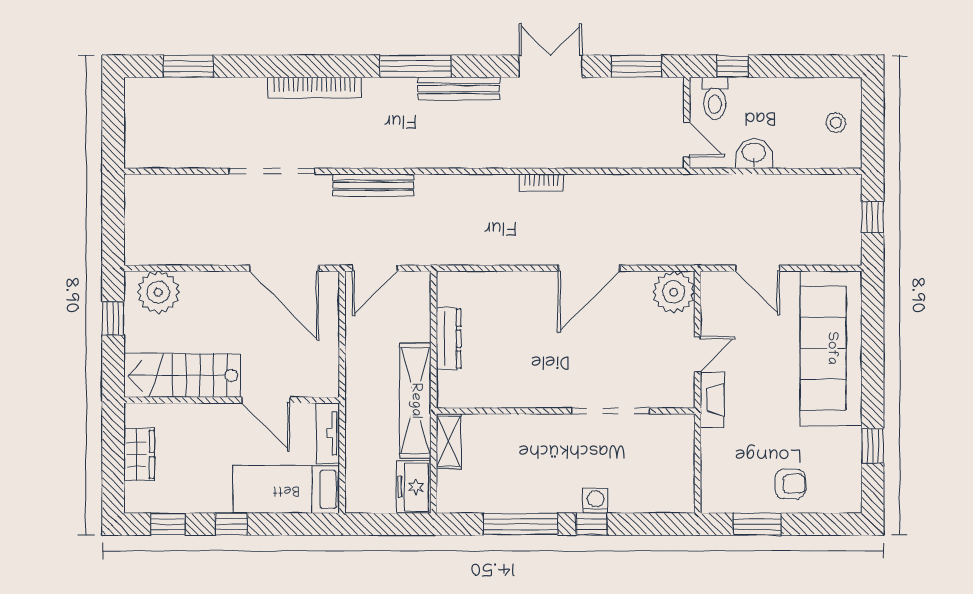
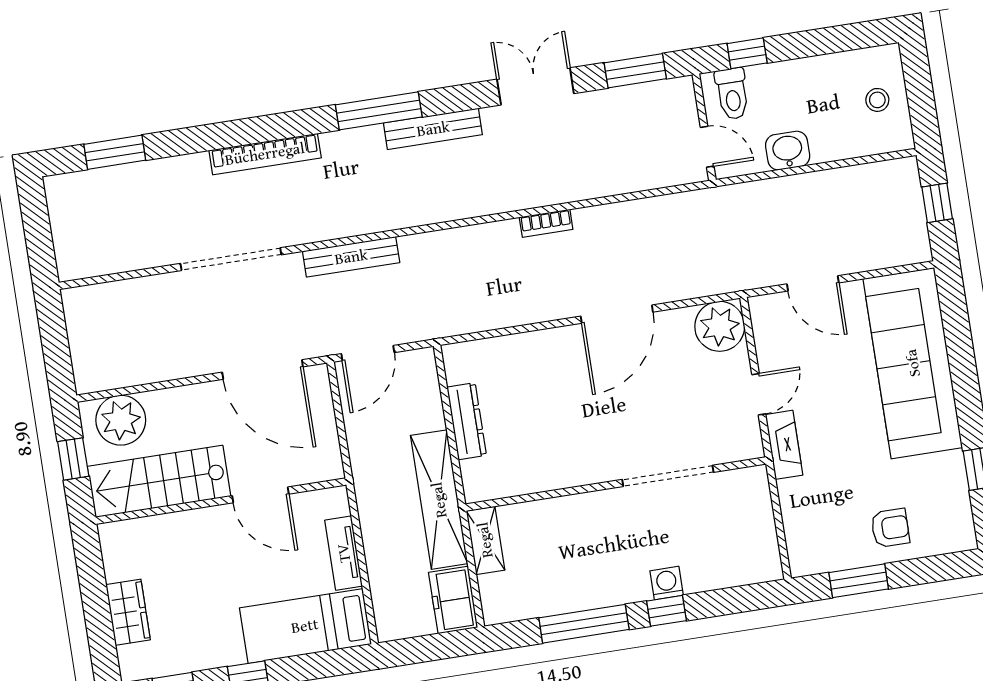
stairs: (182, 375) -> (159, 481), moved
wall: (232, 400) -> (221, 501), moved
door: (266, 400) -> (260, 495), moved

